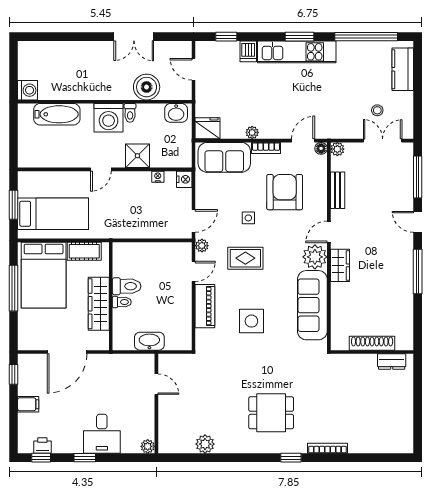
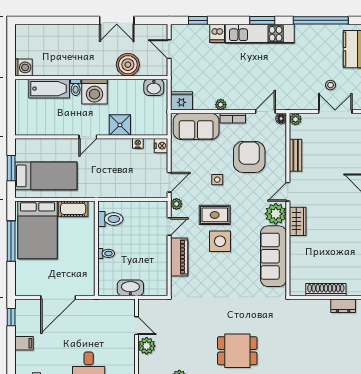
toilet: (130, 113) -> (76, 87), moved
toilet: (127, 286) -> (110, 219), moved
wardrobe: (99, 304) -> (86, 255), removed
side table: (251, 321) -> (220, 241), moved
plant: (168, 407) -> (147, 346), added

